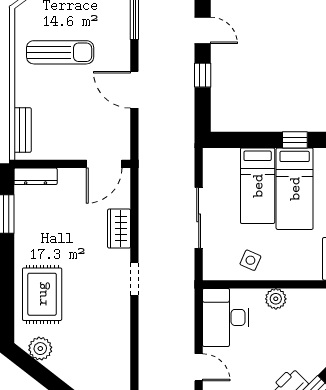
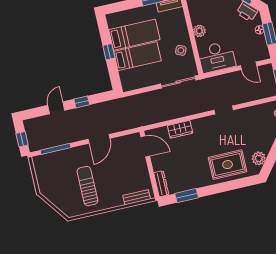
window: (295, 140) -> (109, 52), moved
sliding door: (199, 218) -> (178, 82), moved
doorway: (134, 279) -> (224, 110), moved
door: (199, 367) -> (249, 66), swing flipped

